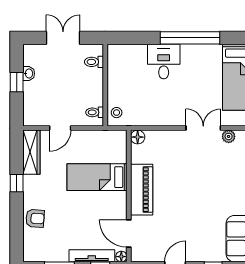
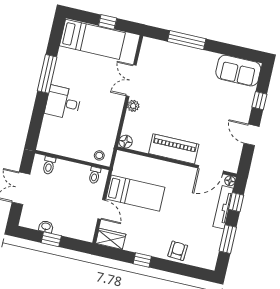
window: (190, 38) -> (47, 74), width x0.68
plant: (229, 136) -> (133, 106), moved
wardrobe: (31, 152) -> (111, 239), width x0.67
bed: (97, 177) -> (135, 193), moved, turned -90

